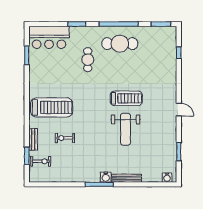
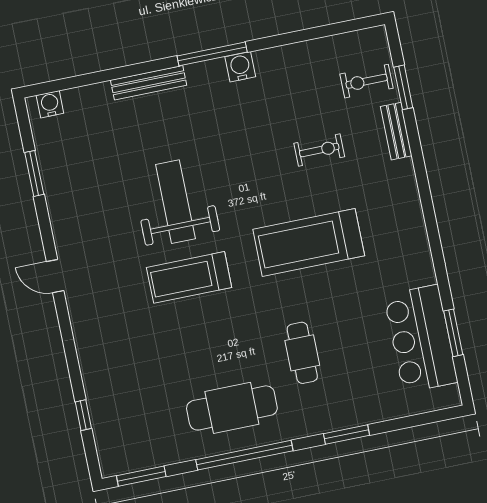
bar counter: (49, 37) -> (421, 339), moved, turned -90
treadmill: (52, 107) -> (309, 242), moved
water cooler: (106, 177) -> (240, 67), moved

